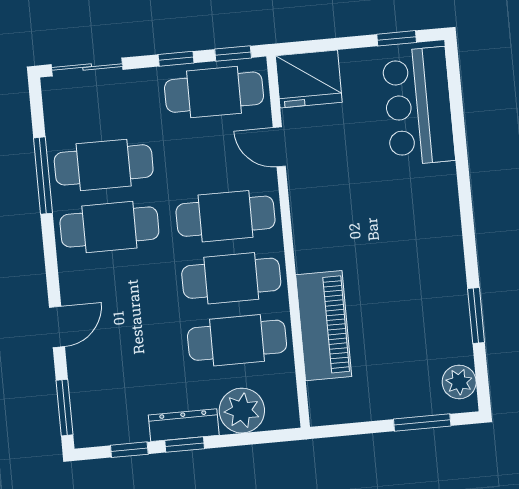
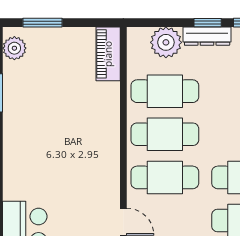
piano: (324, 326) -> (108, 54), moved, width x0.73, depth x0.75

